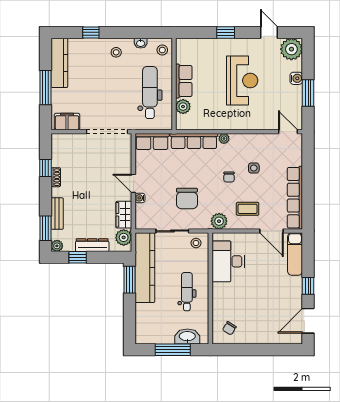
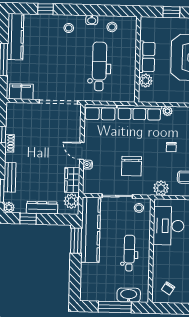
row of seats: (184, 81) -> (147, 57), moved
wall: (174, 84) -> (138, 59), moved
plant: (183, 107) -> (146, 81), moved

